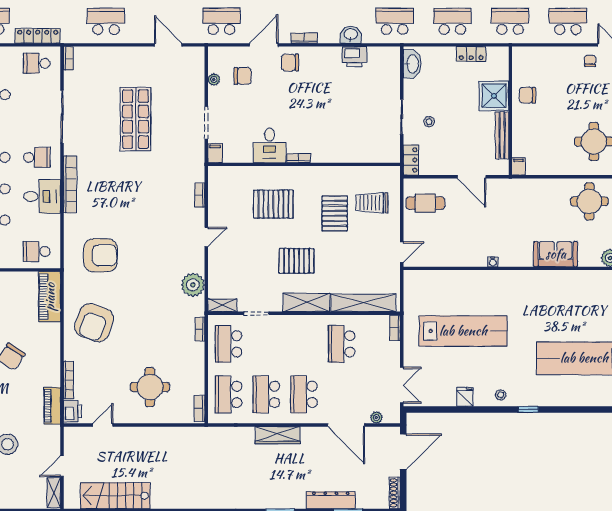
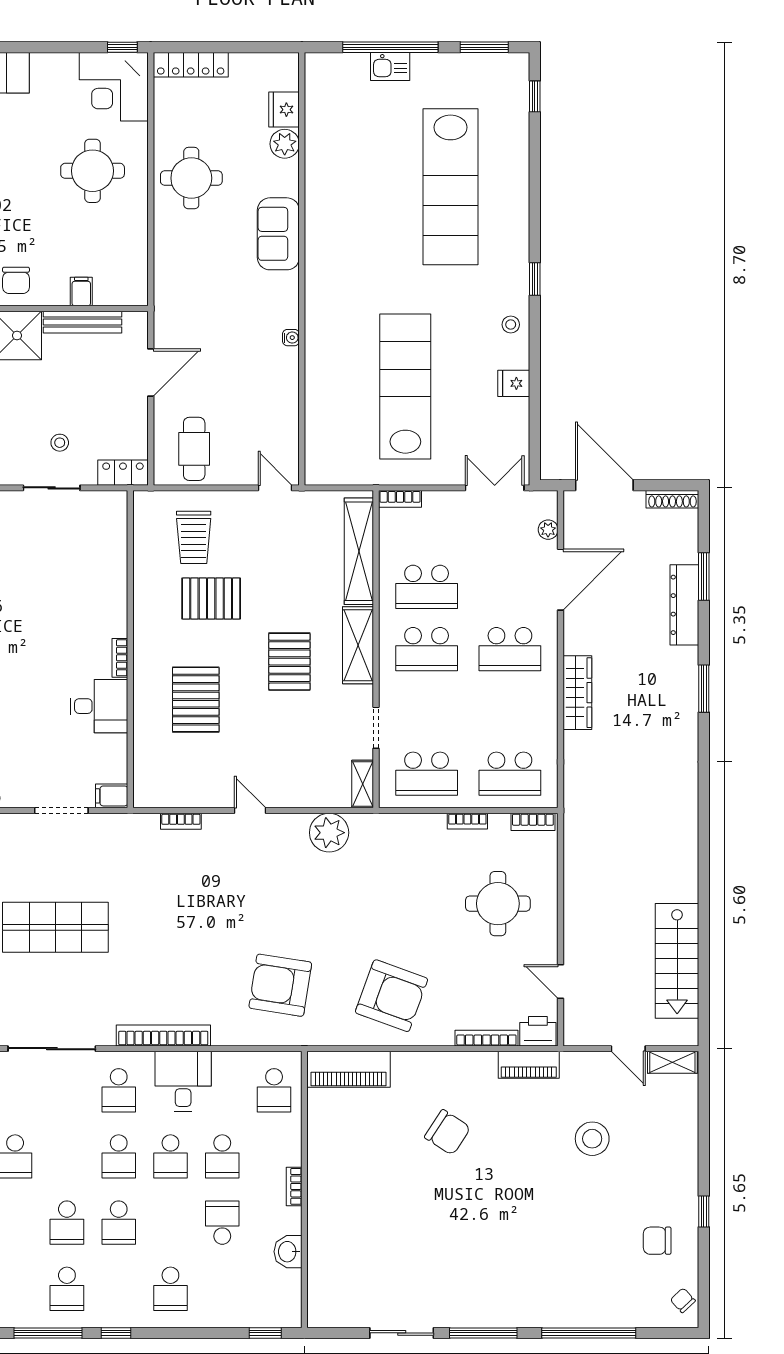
school desk: (37, 157) -> (119, 1090), turned 180
filing cabinet: (518, 166) -> (81, 292), moved, turned 90
armchair: (100, 255) -> (280, 985), turned -81
bookcase: (200, 329) -> (467, 821), moved
school desk: (266, 394) -> (427, 649), moved

